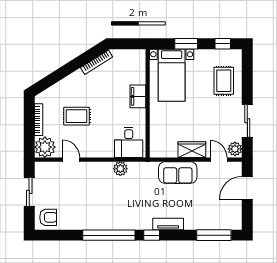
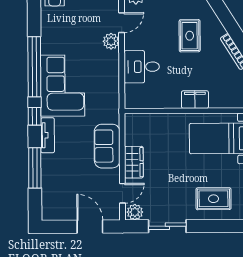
rug: (77, 116) -> (190, 36), moved
desk: (129, 142) -> (142, 67), moved
plant: (120, 169) -> (111, 41), moved
corner sofa: (125, 211) -> (63, 86), added
window: (214, 235) -> (35, 168), moved

